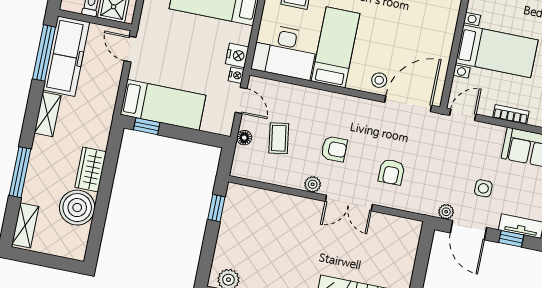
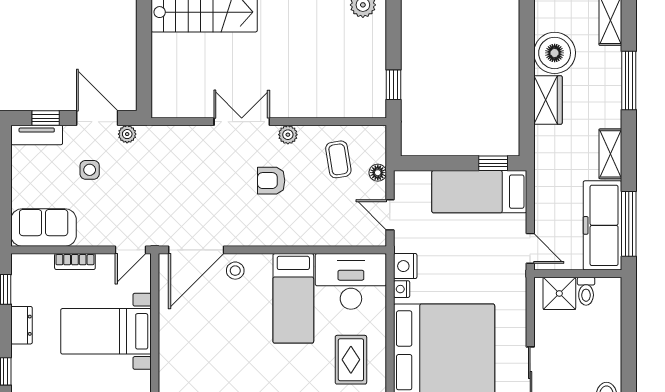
nightstand: (236, 75) -> (402, 289), moved
coffee table: (279, 138) -> (338, 159), moved
armchair: (391, 172) -> (200, 167), removed

